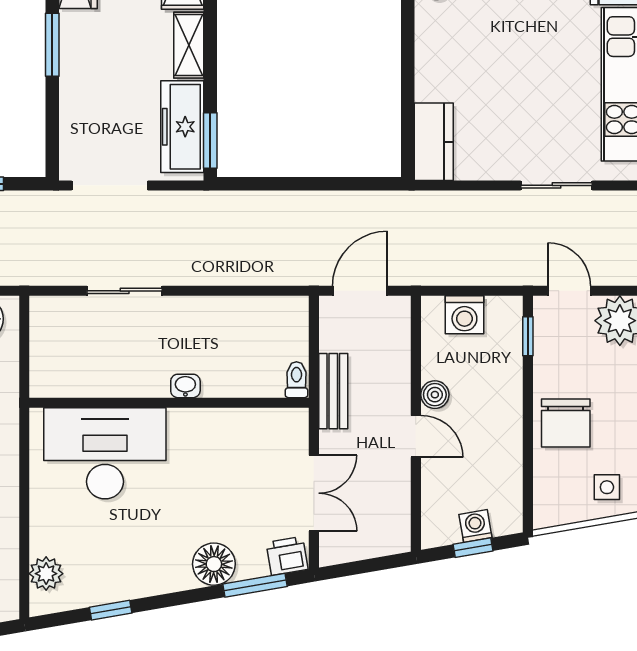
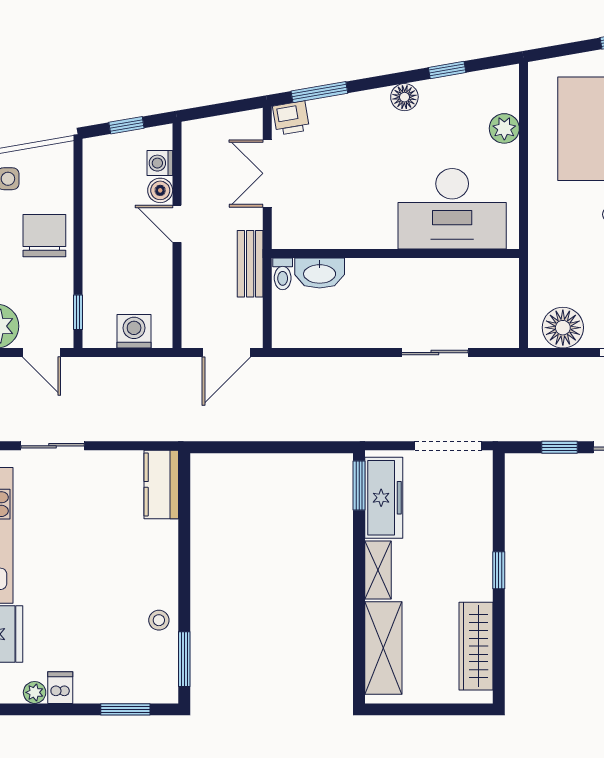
window: (52, 45) -> (499, 570), width x0.67
washbasin: (185, 386) -> (320, 273), moved, width x1.91, depth x1.45
boiler: (435, 395) -> (160, 190), moved
washing machine: (475, 526) -> (160, 163), moved, turned 100
floor lamp: (214, 564) -> (404, 97), moved, width x0.73, depth x0.73
plant: (46, 574) -> (504, 128), moved

